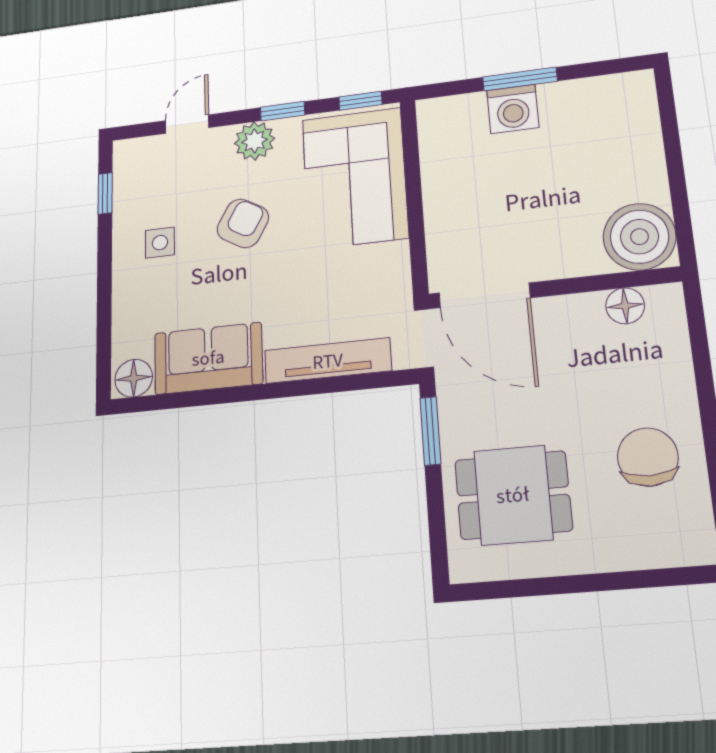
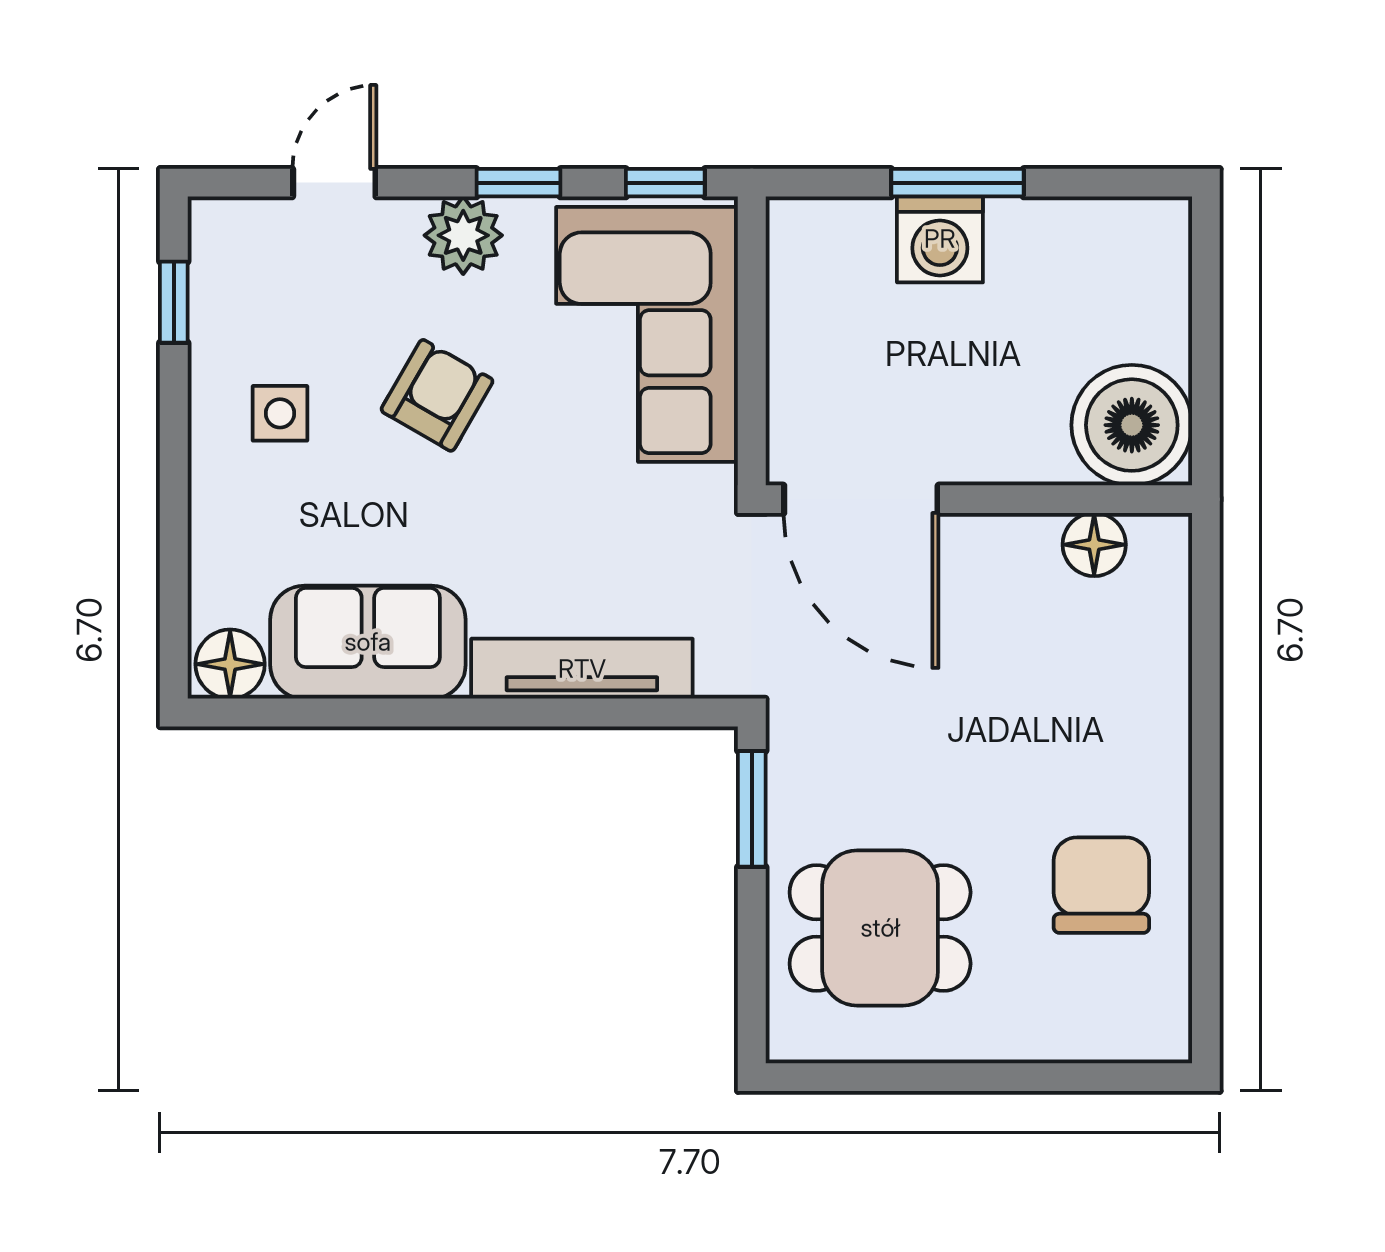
boiler: (639, 237) -> (1132, 425), moved
wall: (553, 288) -> (979, 499), moved
door: (484, 295) -> (861, 499), moved
floor lamp: (625, 306) -> (1094, 545), moved

